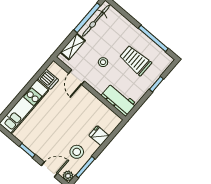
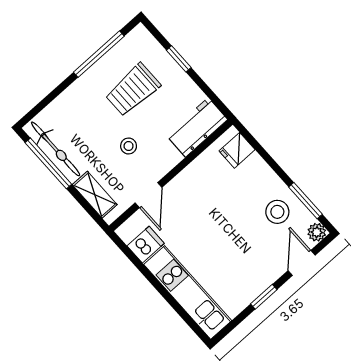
door: (77, 77) -> (149, 195), hinge flipped
fridge: (99, 136) -> (237, 150), moved

